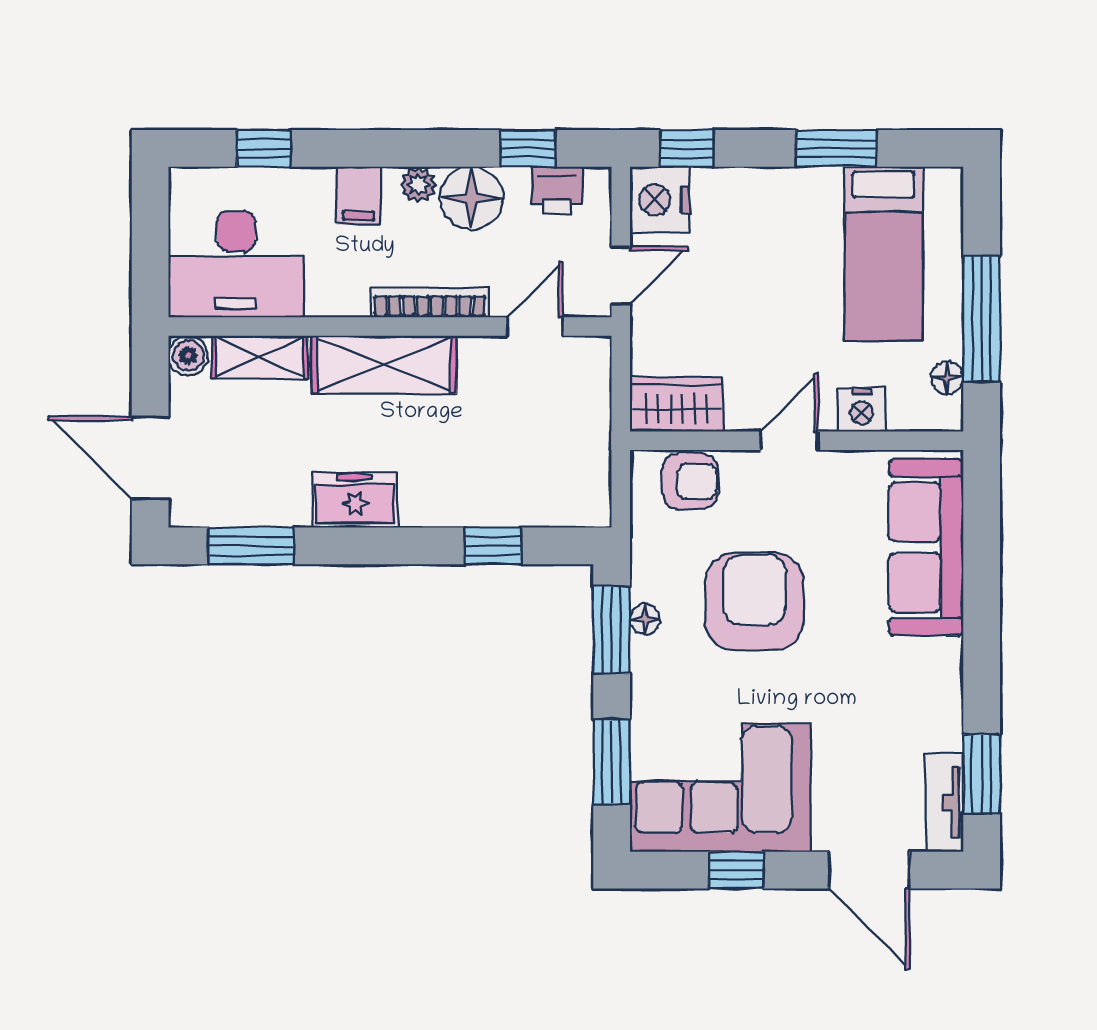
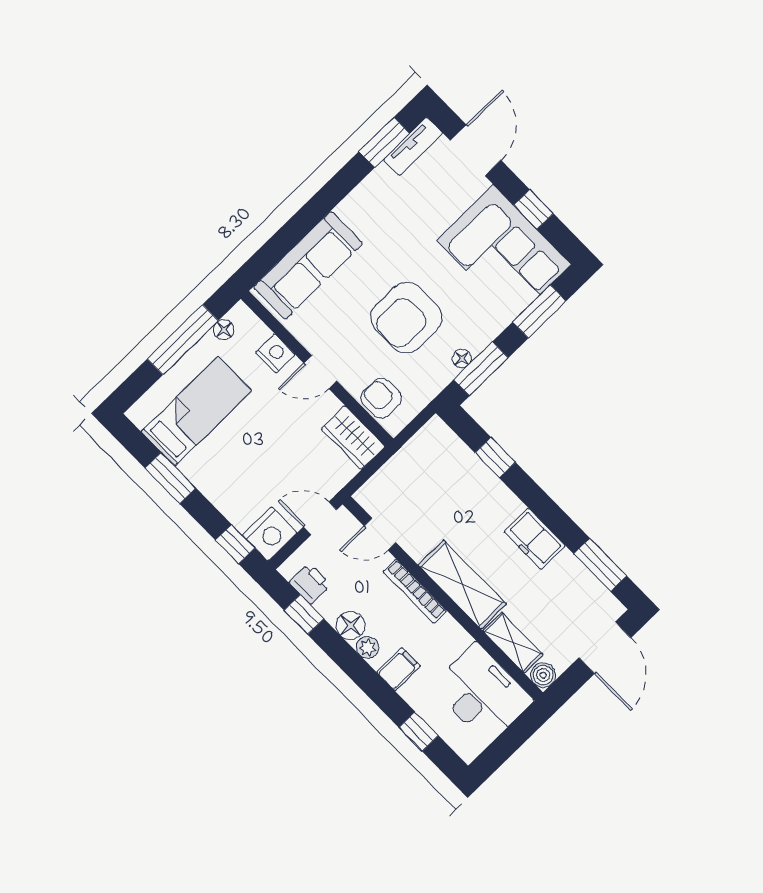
floor lamp: (471, 198) -> (350, 626), width x0.73, depth x0.73

